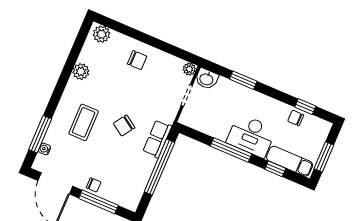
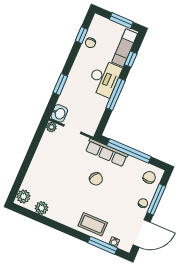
chair: (137, 60) -> (149, 177), moved
plant: (81, 72) -> (42, 208), moved
coffee table: (84, 122) -> (93, 224), moved
row of seats: (157, 139) -> (107, 153), width x1.48

